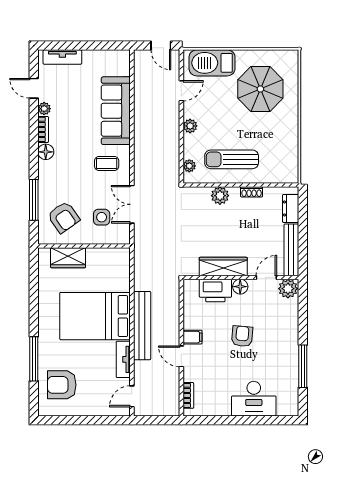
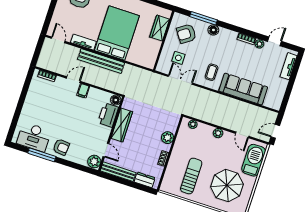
floor lamp: (46, 152) -> (213, 30), moved
sun lounger: (232, 159) -> (191, 176), moved
floor lamp: (240, 287) -> (116, 100), moved
armchair: (242, 336) -> (61, 147), moved
desk: (254, 399) -> (34, 137), moved, turned -90

